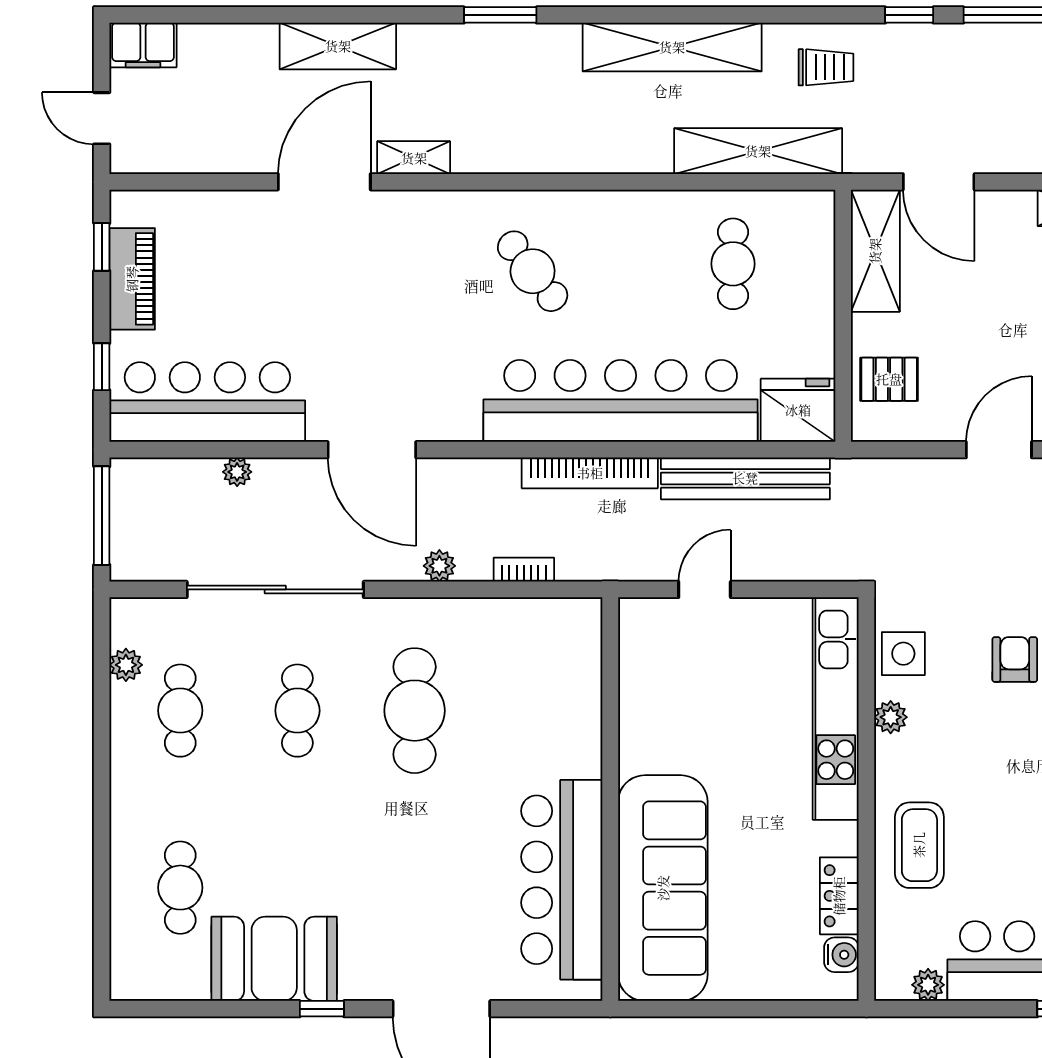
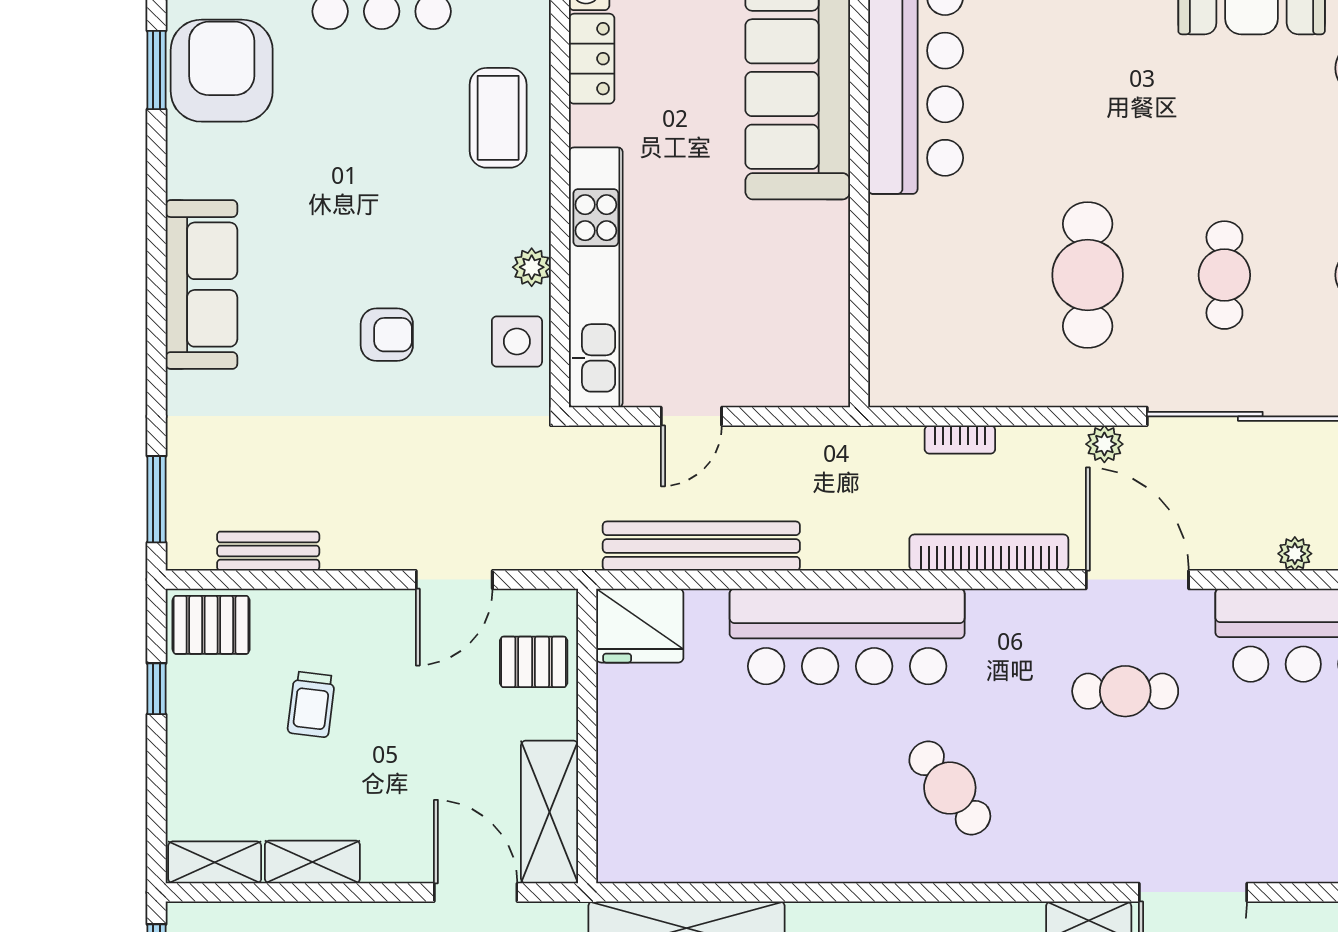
cafe table: (733, 264) -> (1125, 691), moved, turned 90
bar counter: (621, 401) -> (847, 636), width x0.73
door: (999, 450) -> (454, 580), moved
bookcase: (590, 473) -> (989, 552), moved
plant: (439, 566) -> (1104, 444), moved
door: (705, 589) -> (691, 416), moved
armchair: (1015, 659) -> (387, 335), turned -90

